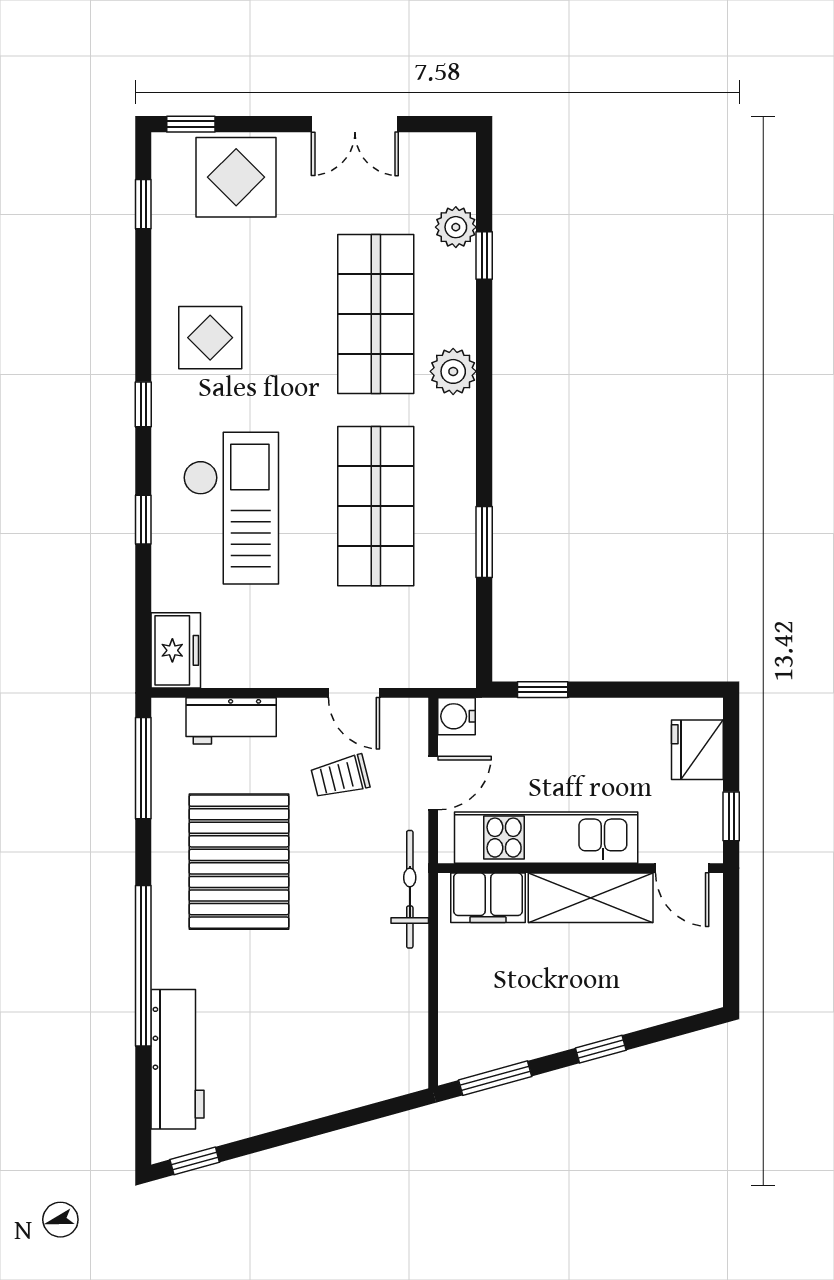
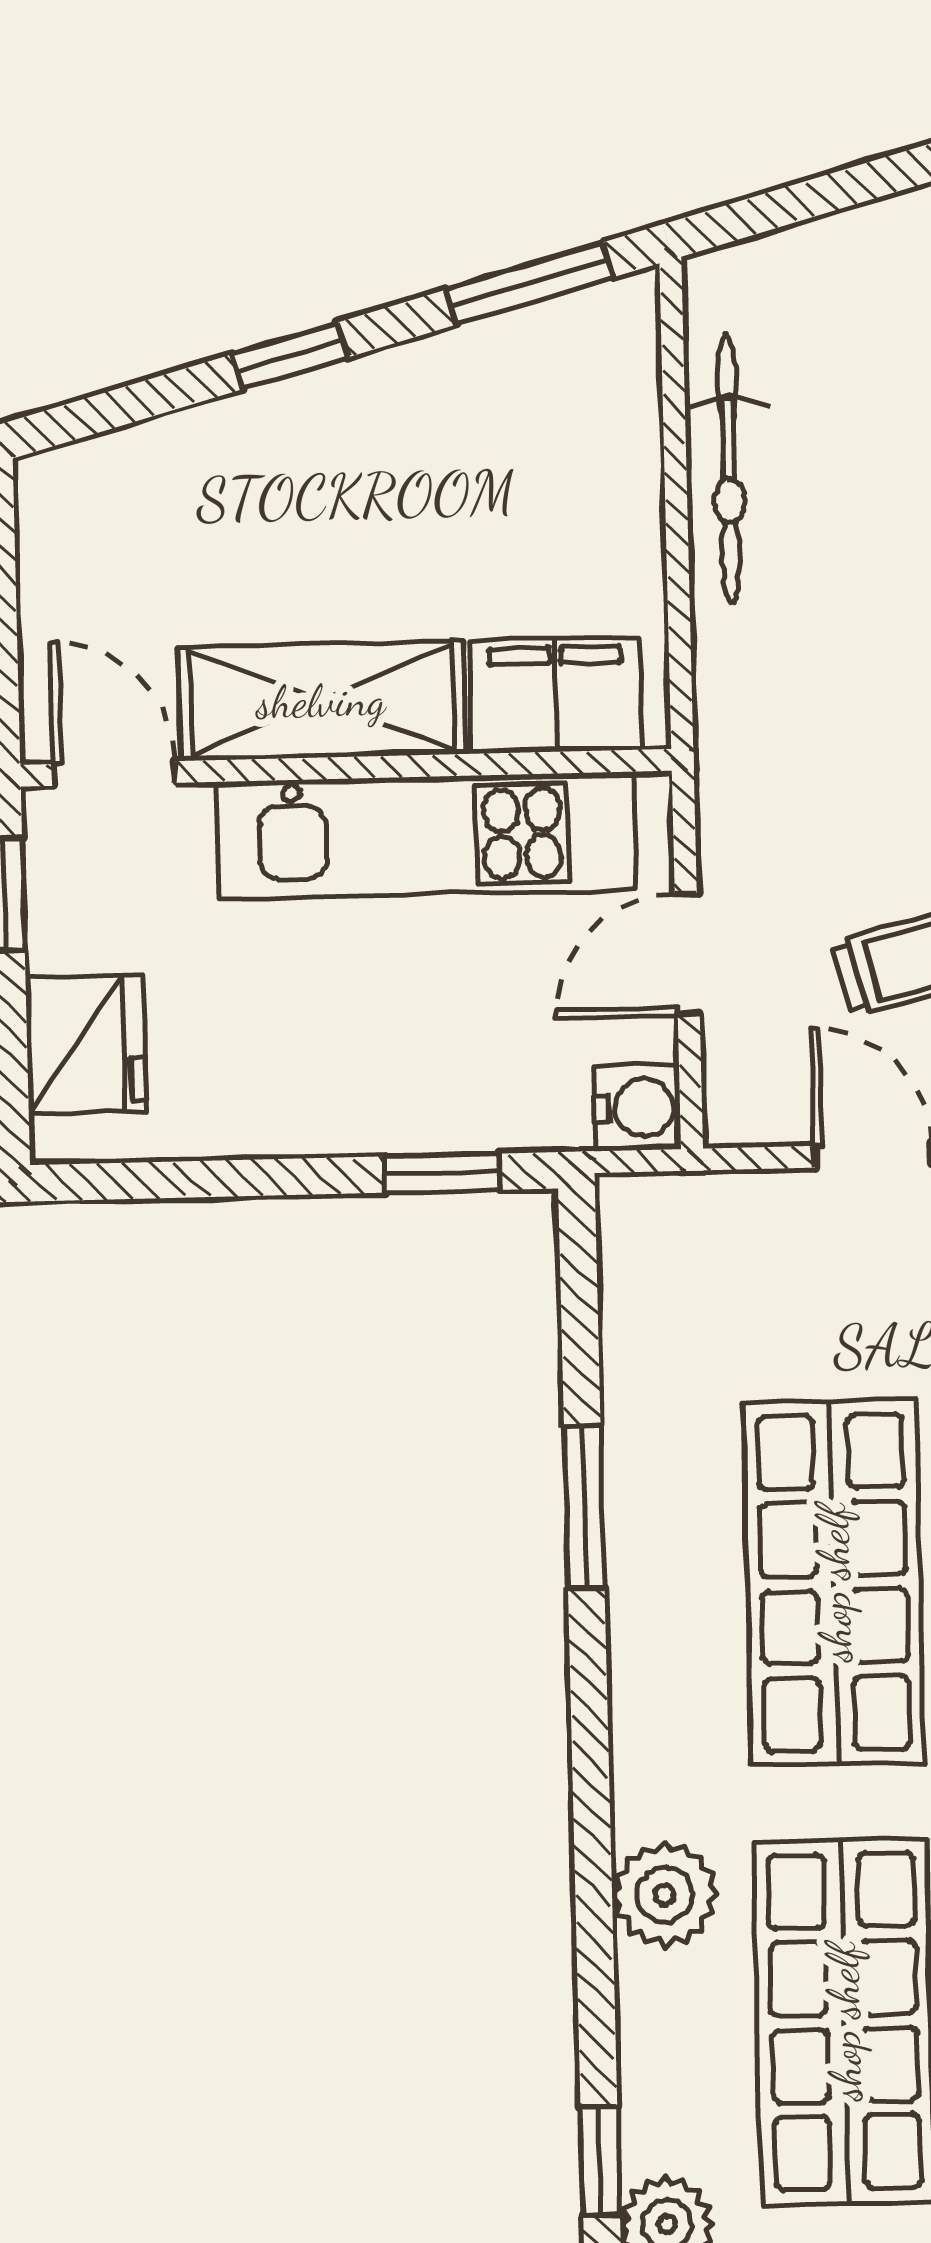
bicycle: (410, 889) -> (729, 468), moved

